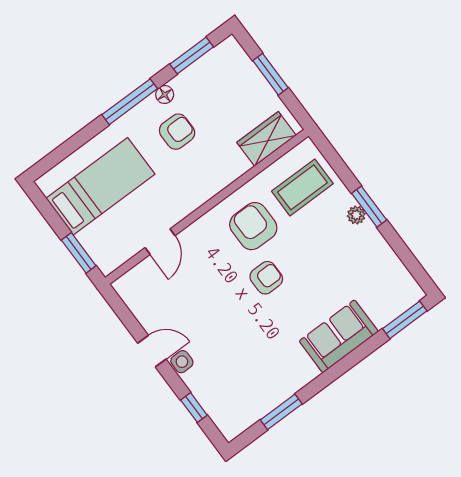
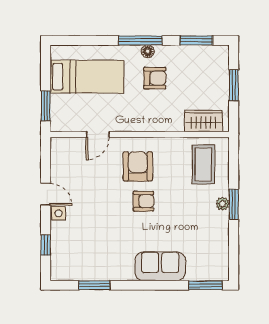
floor lamp: (165, 95) -> (148, 51), moved
coffee table: (302, 187) -> (203, 164), turned 90
armchair: (253, 226) -> (138, 166), moved

